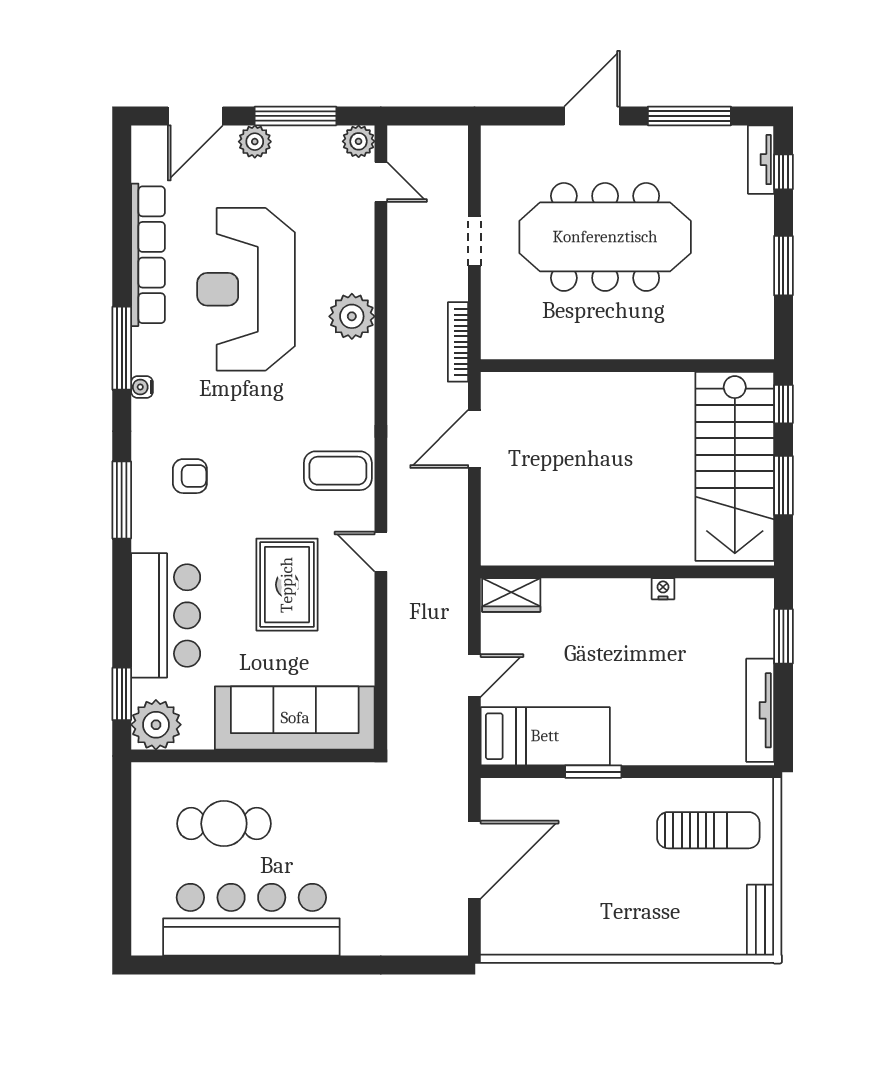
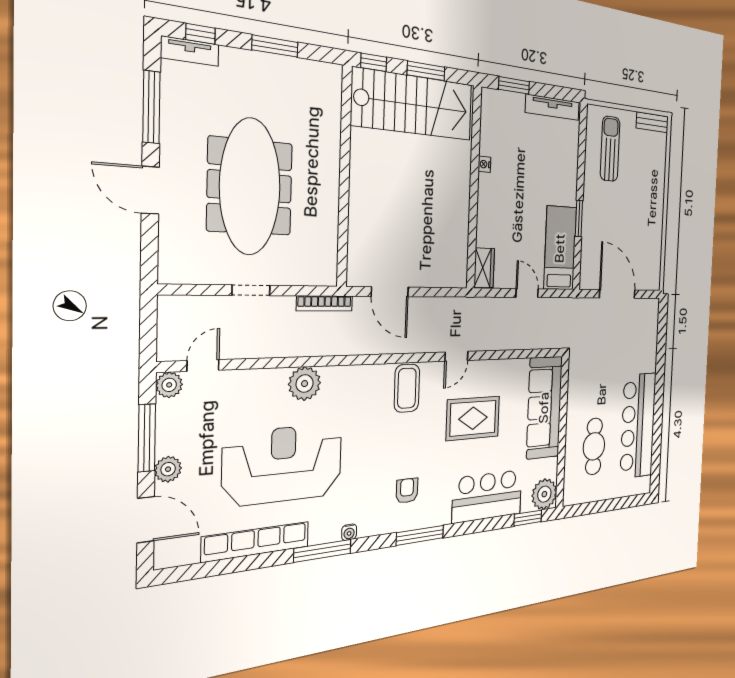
reception desk: (246, 289) -> (283, 465), turned 180

